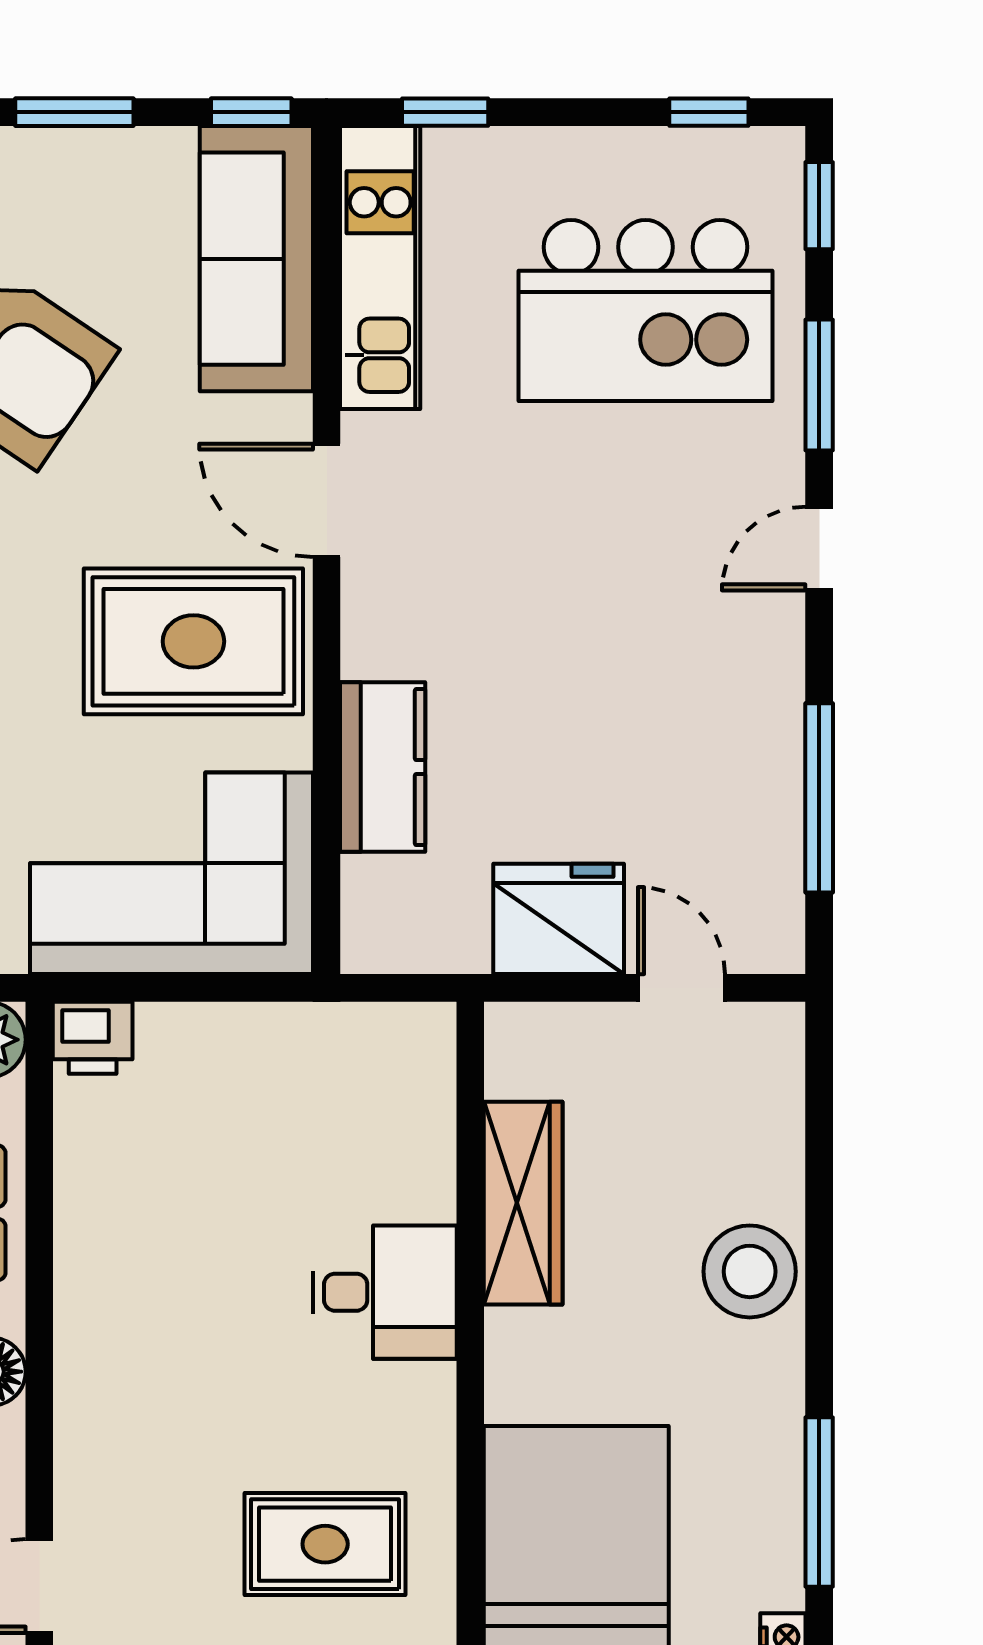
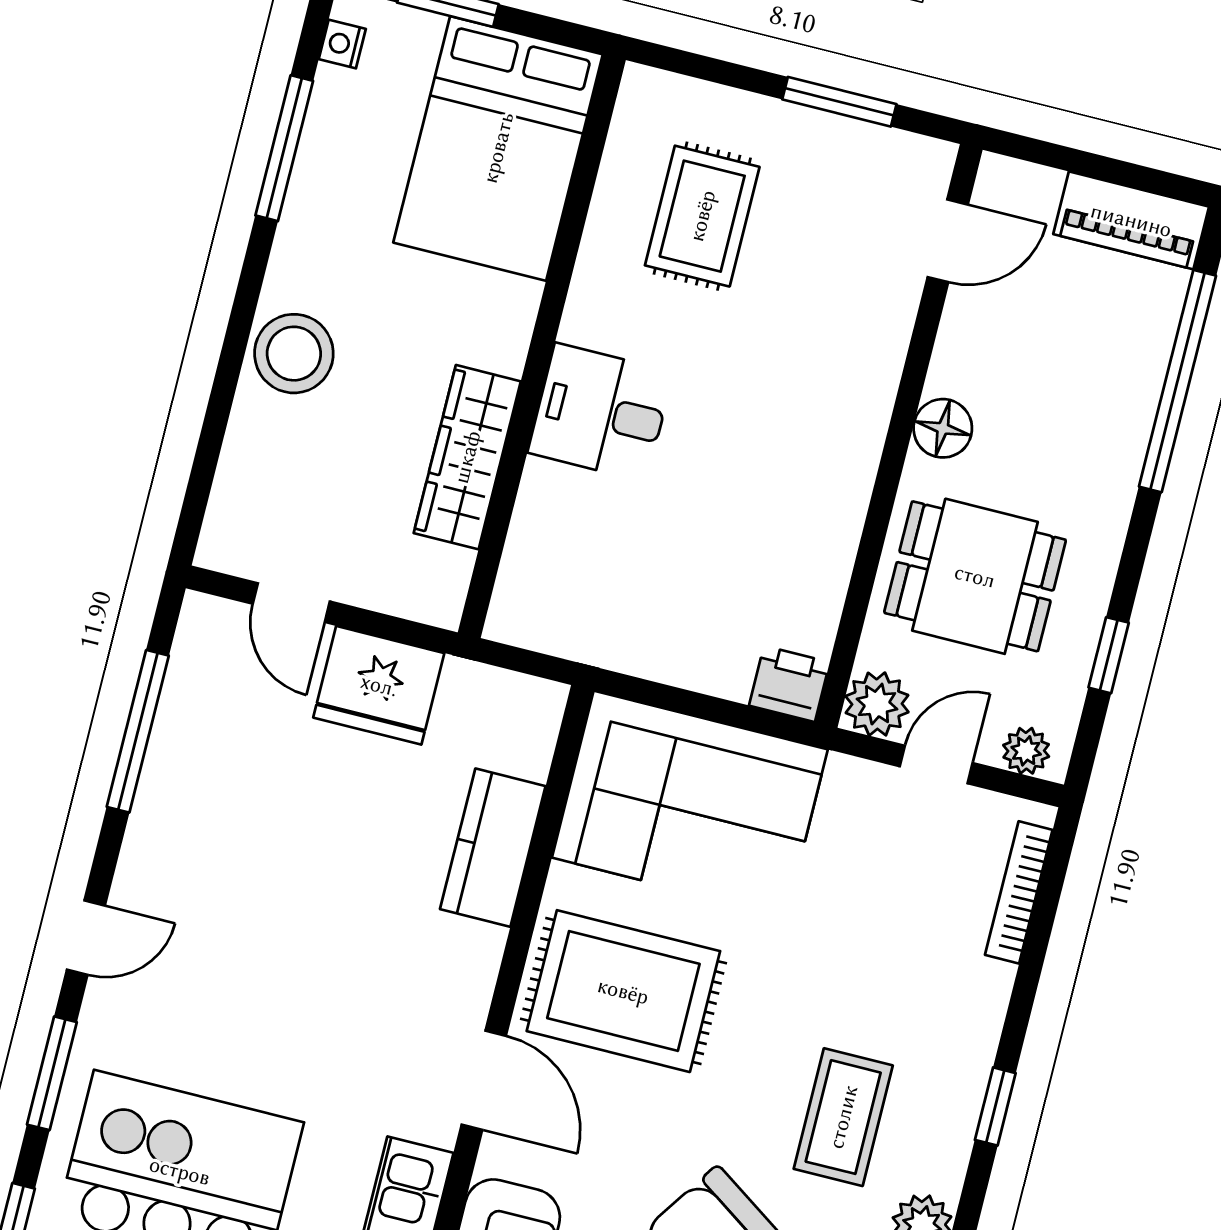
rug: (325, 1544) -> (702, 216), turned 90

